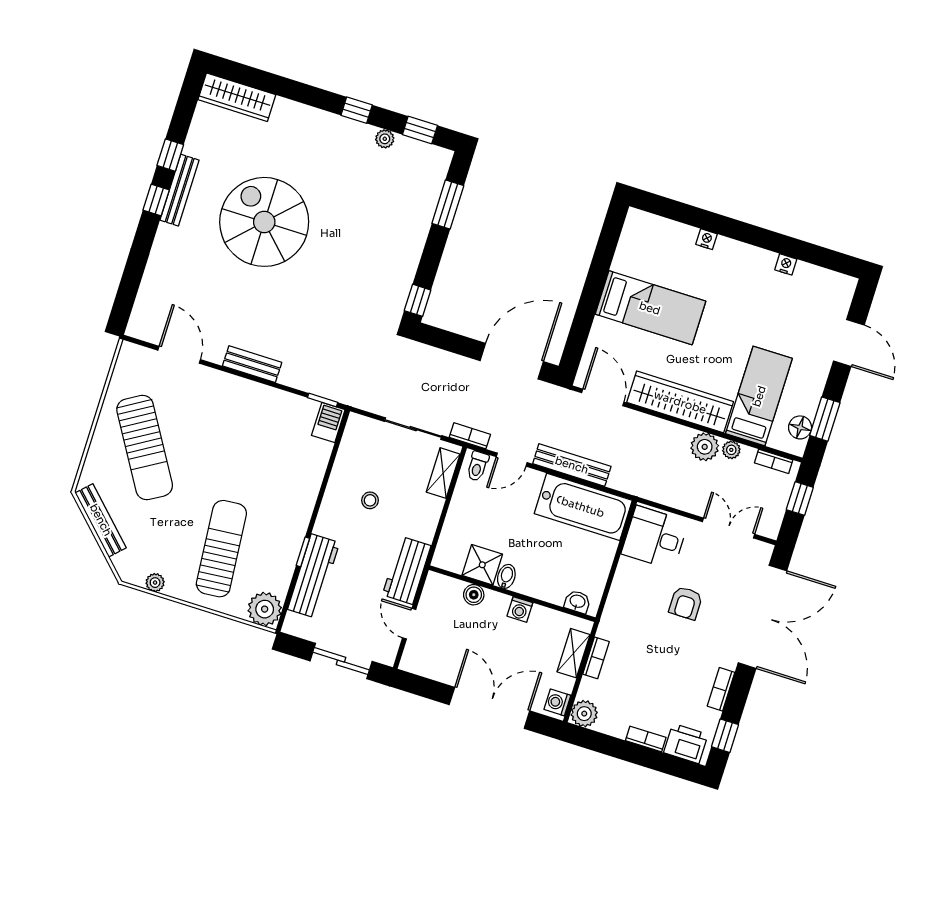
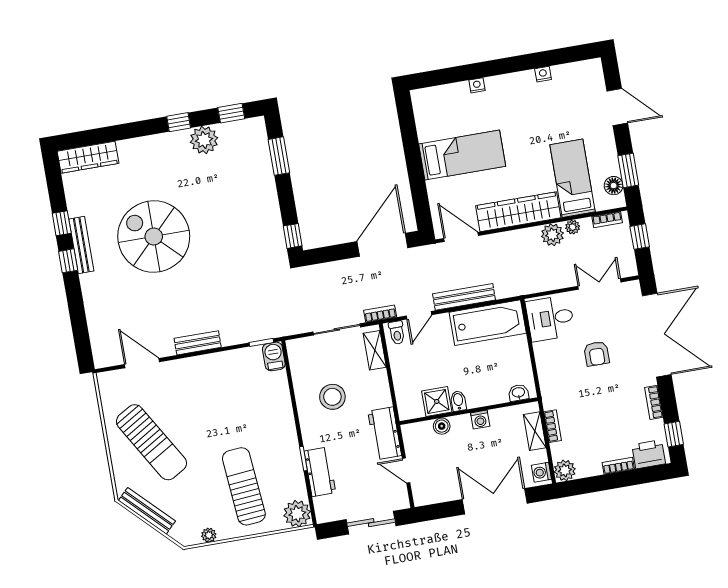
plant: (385, 139) -> (204, 140), width x1.87, depth x1.87
stool: (370, 500) -> (332, 397), width x1.89, depth x1.89
workbench: (314, 576) -> (320, 472), width x0.73

